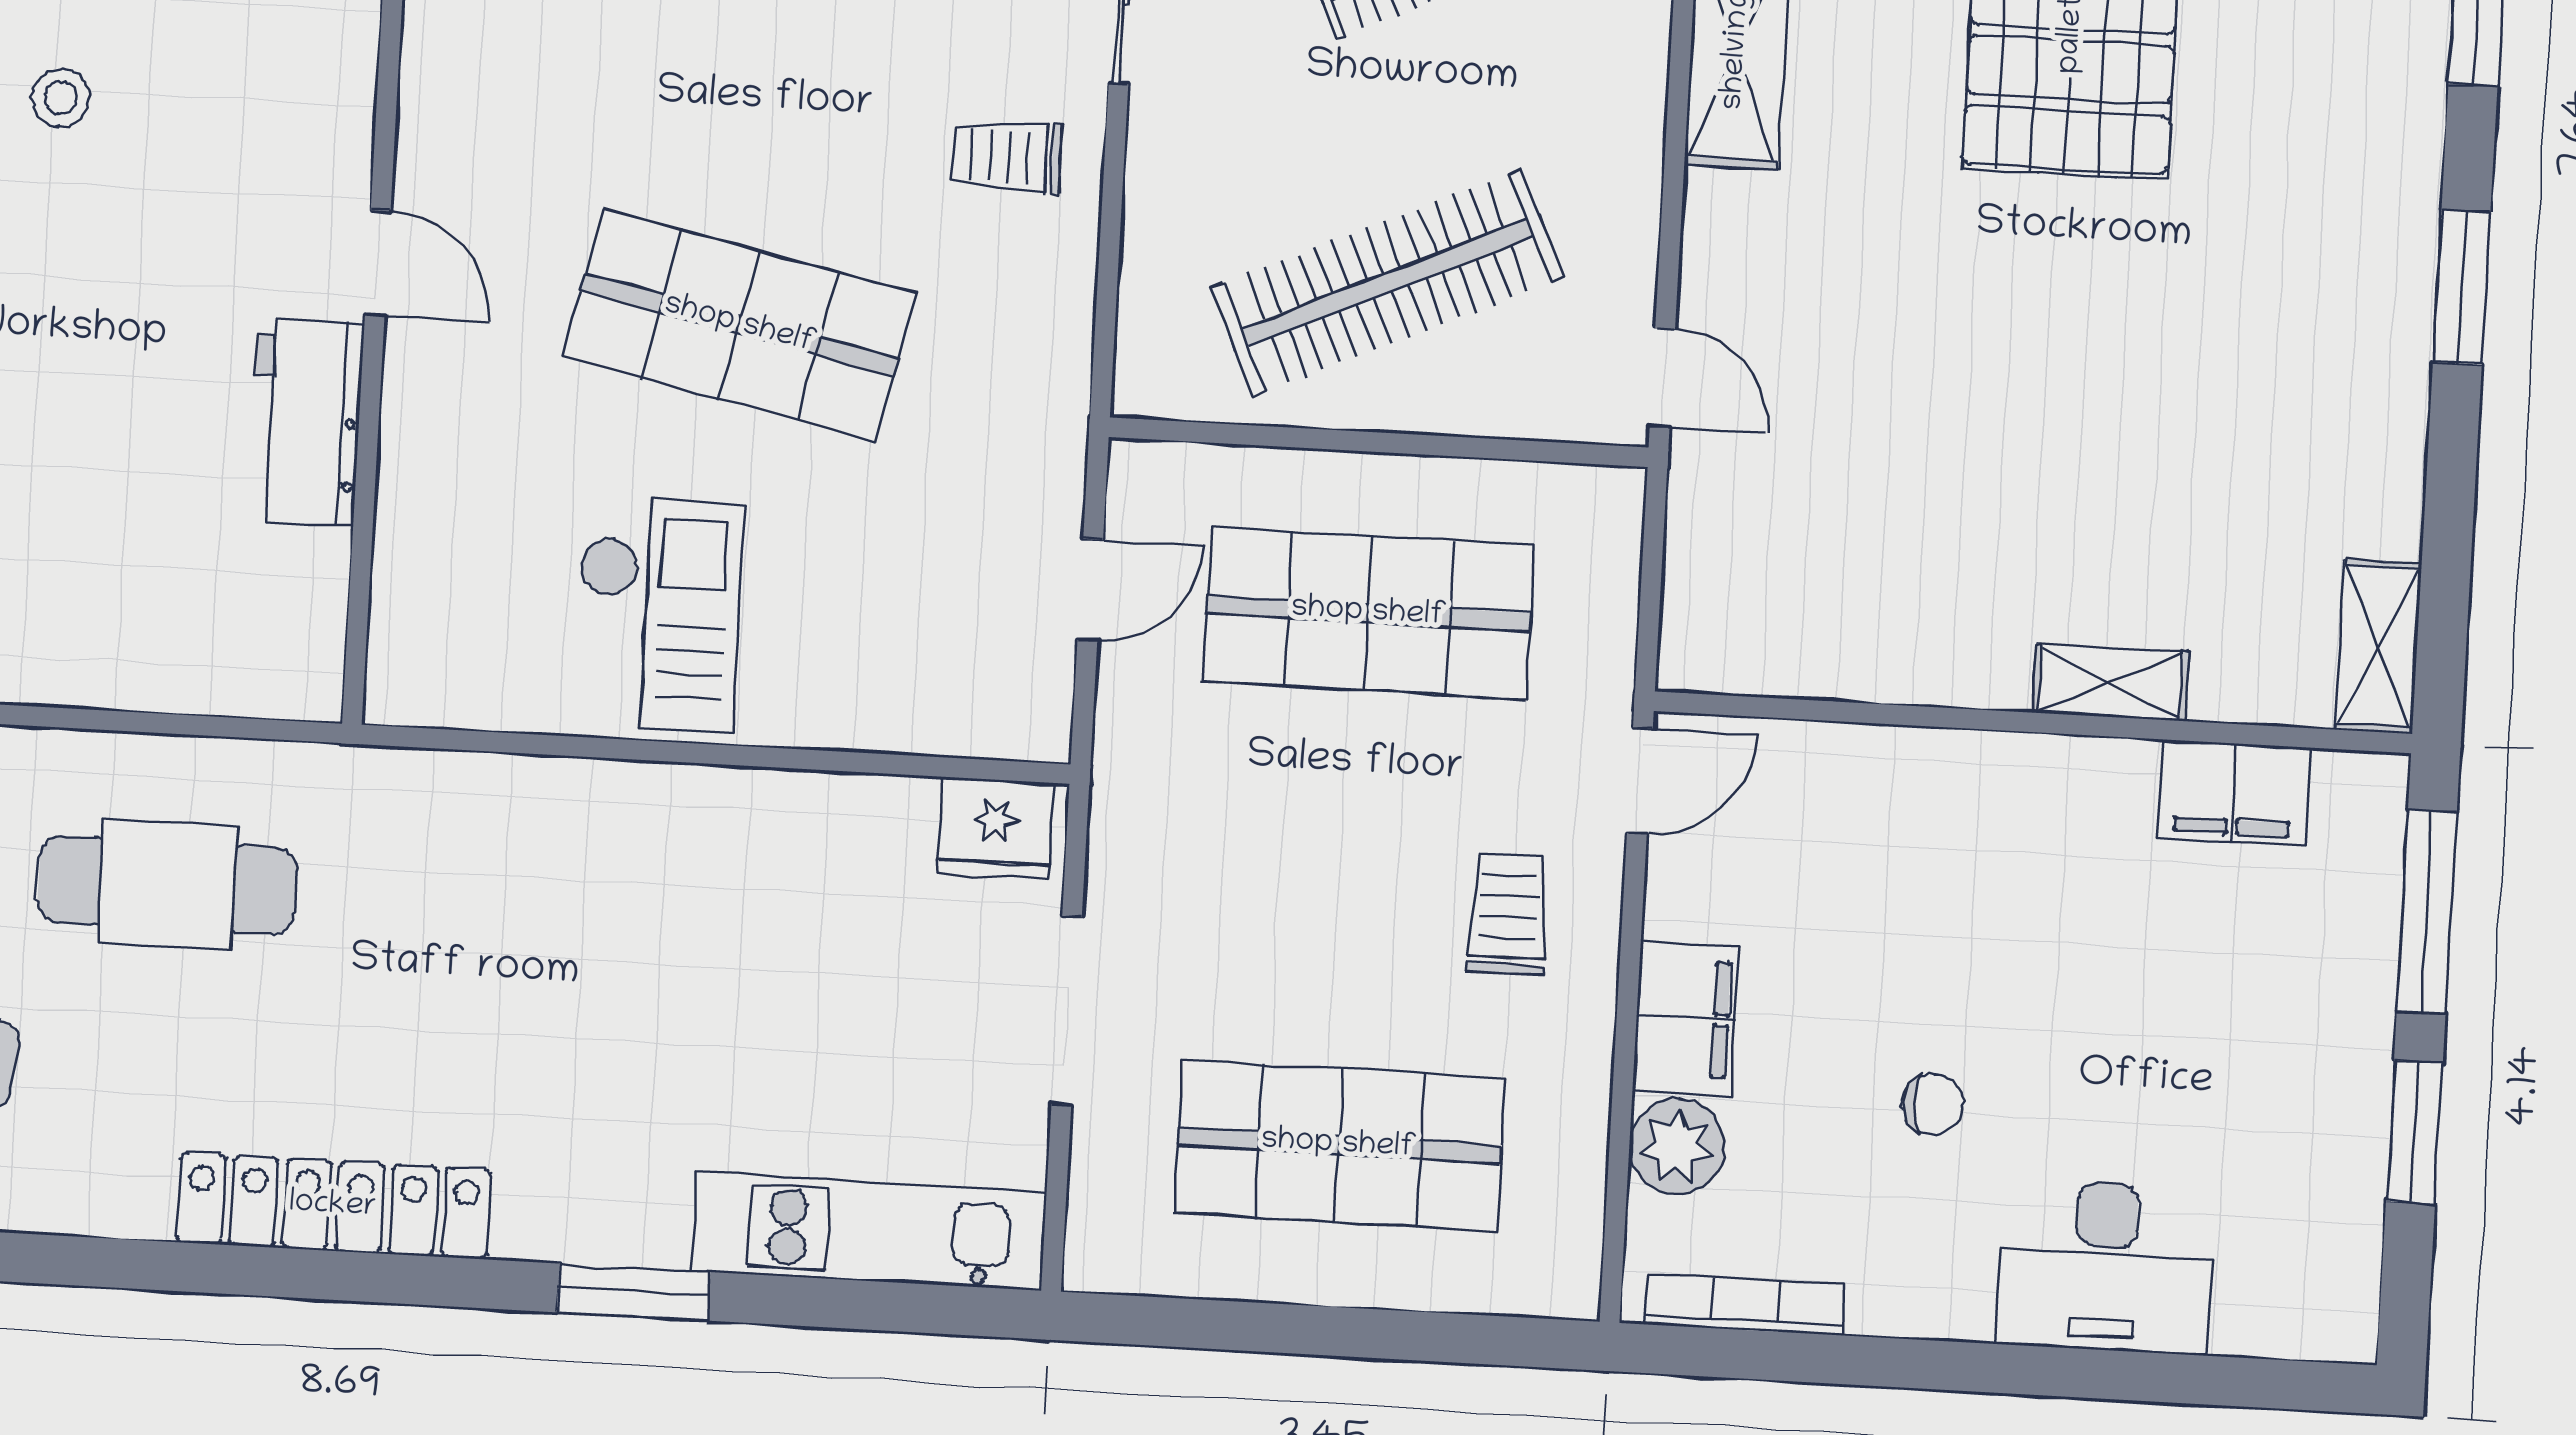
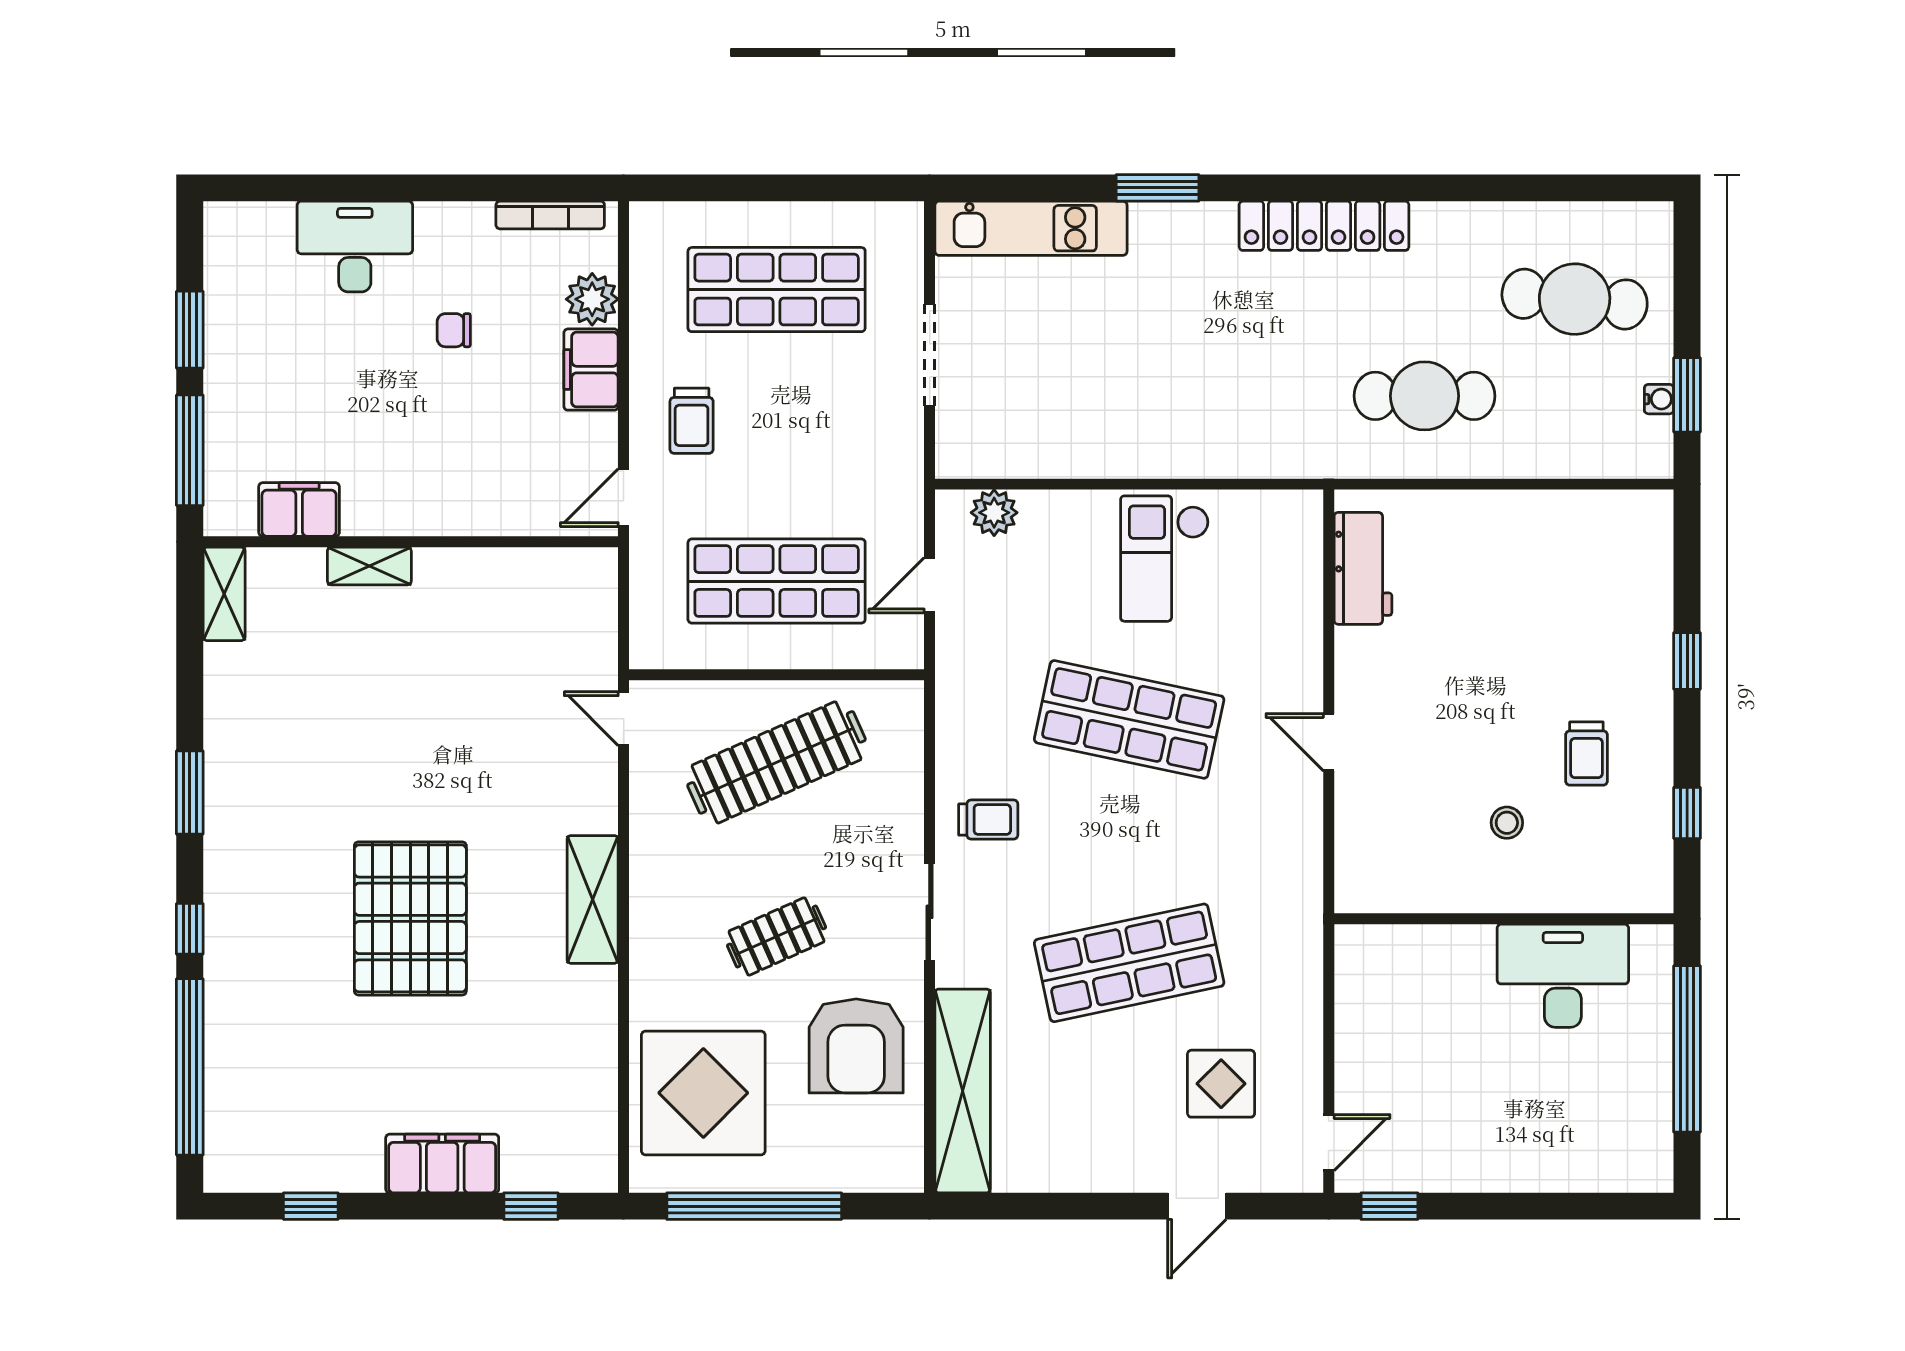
workbench: (306, 423) -> (1363, 568), moved
plant: (965, 716) -> (994, 513), added
fridge: (995, 828) -> (974, 452), removed

